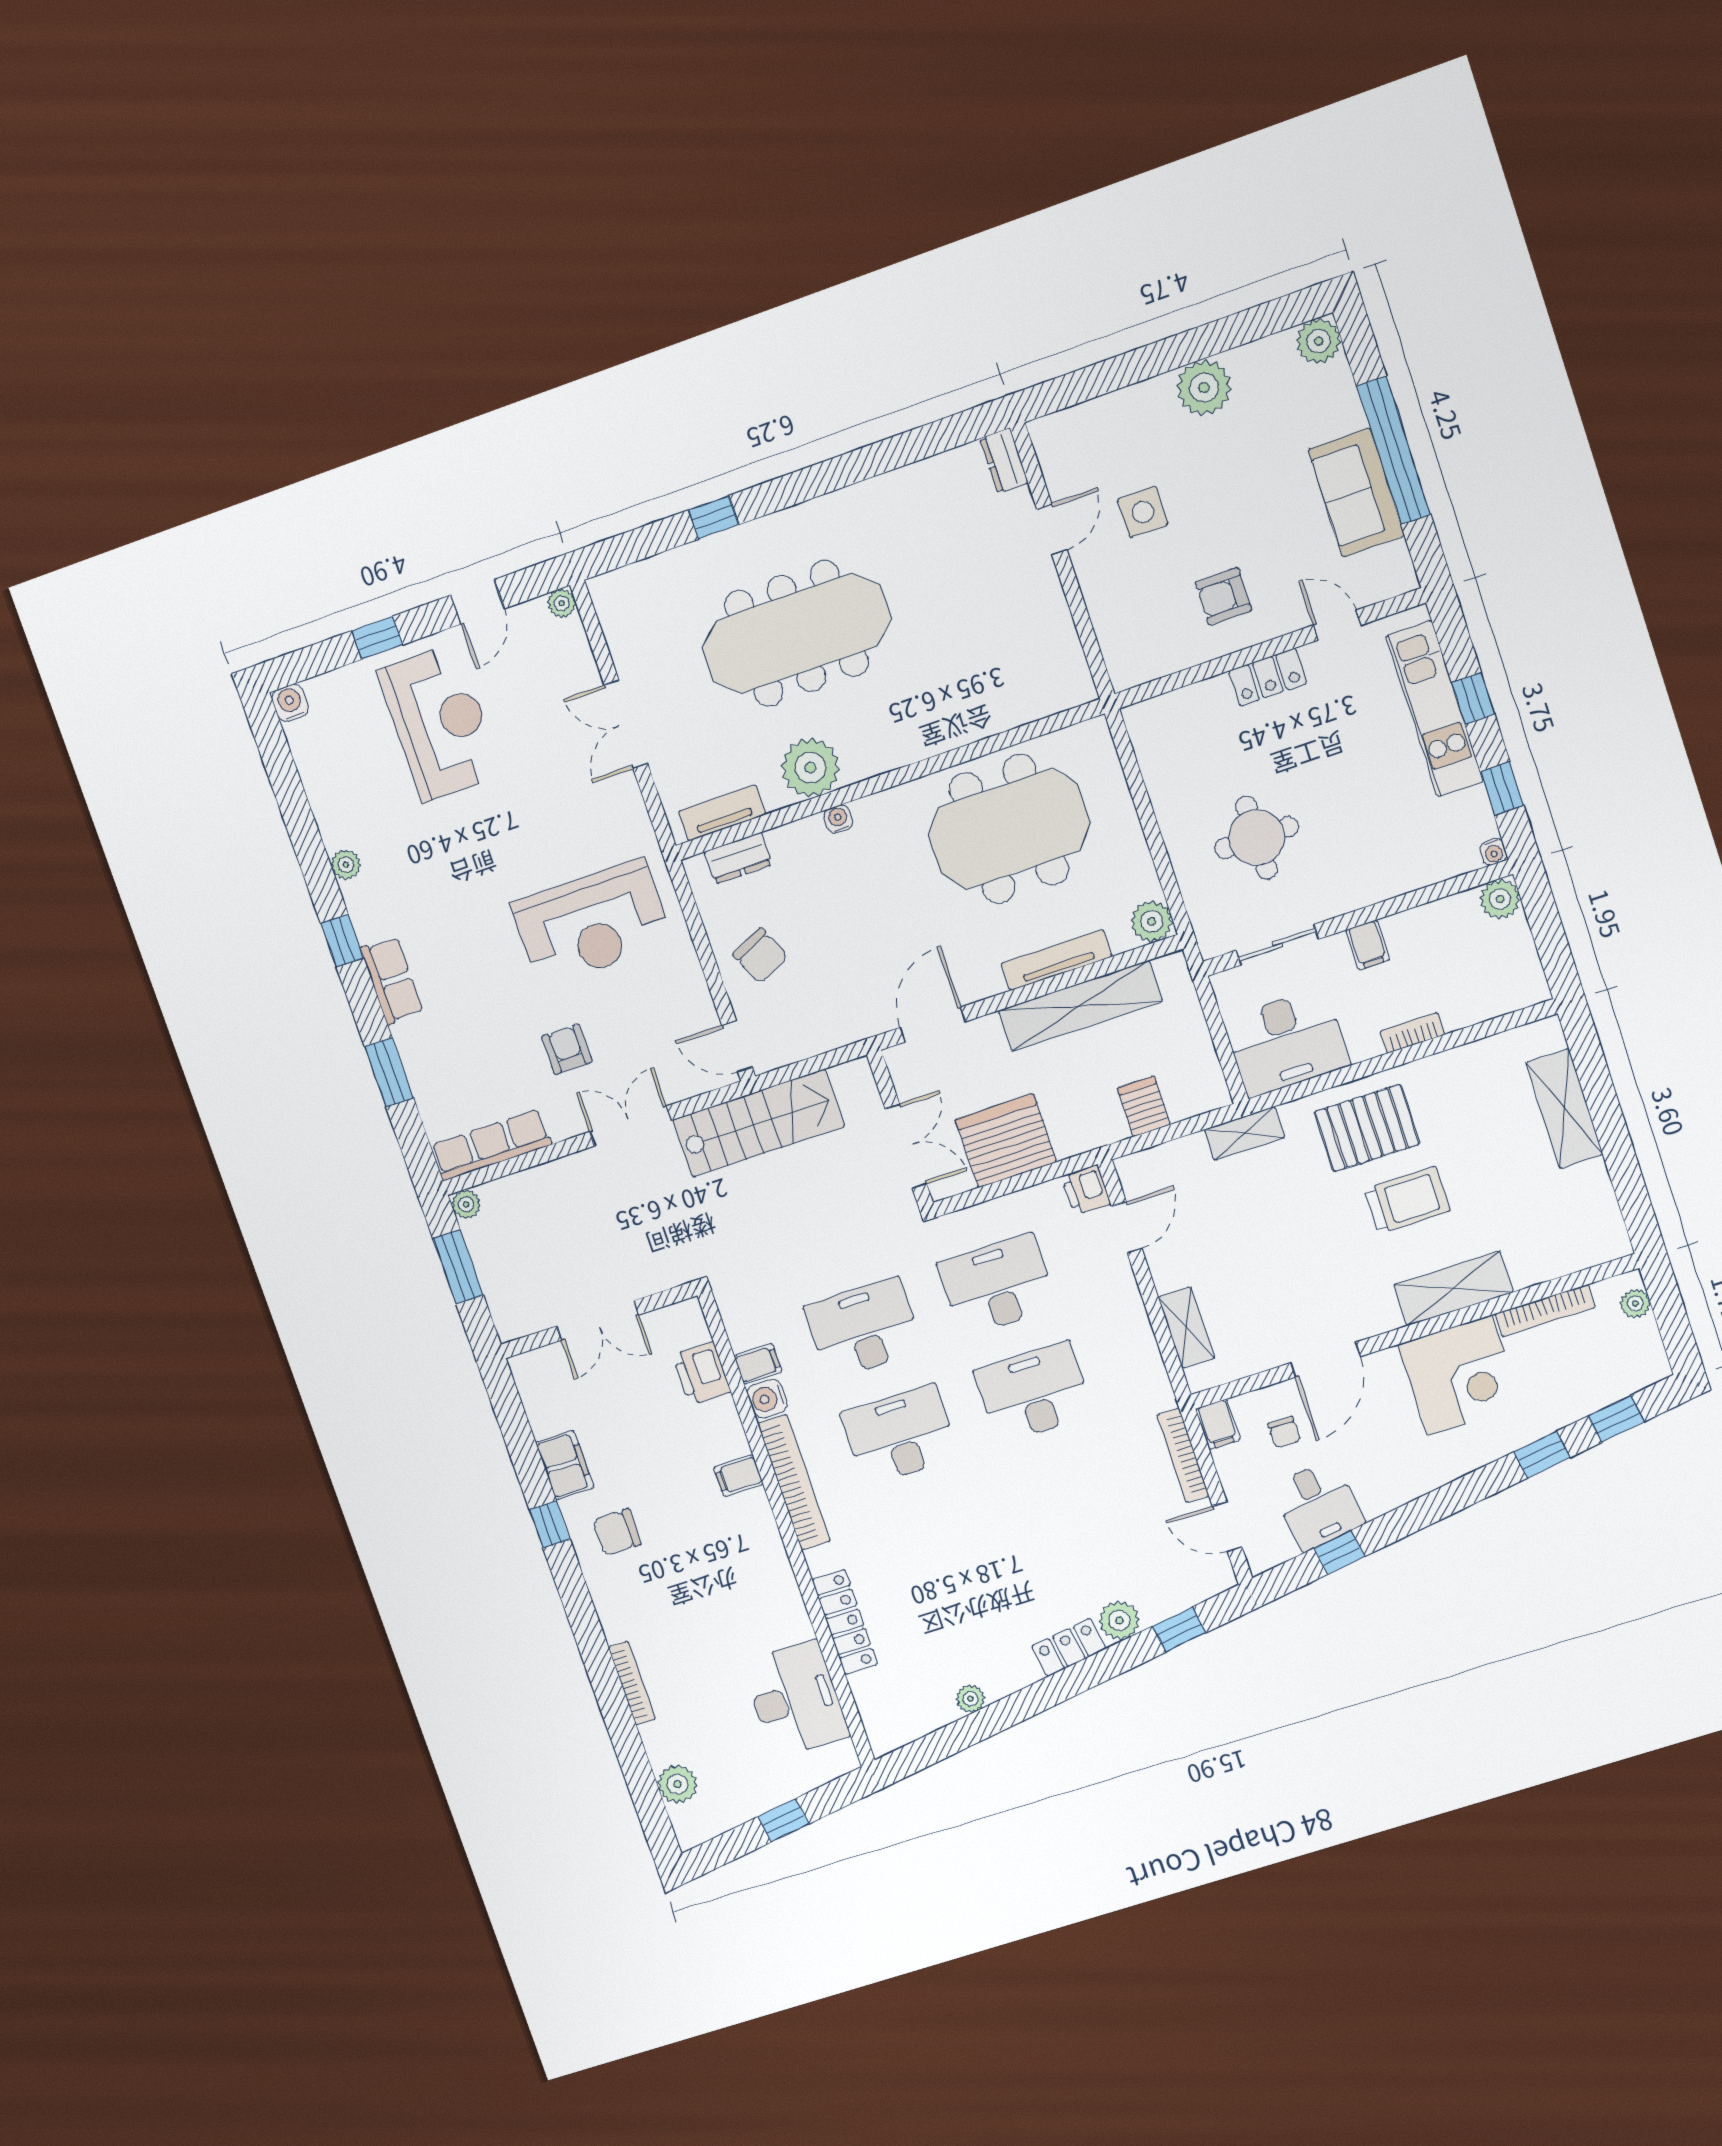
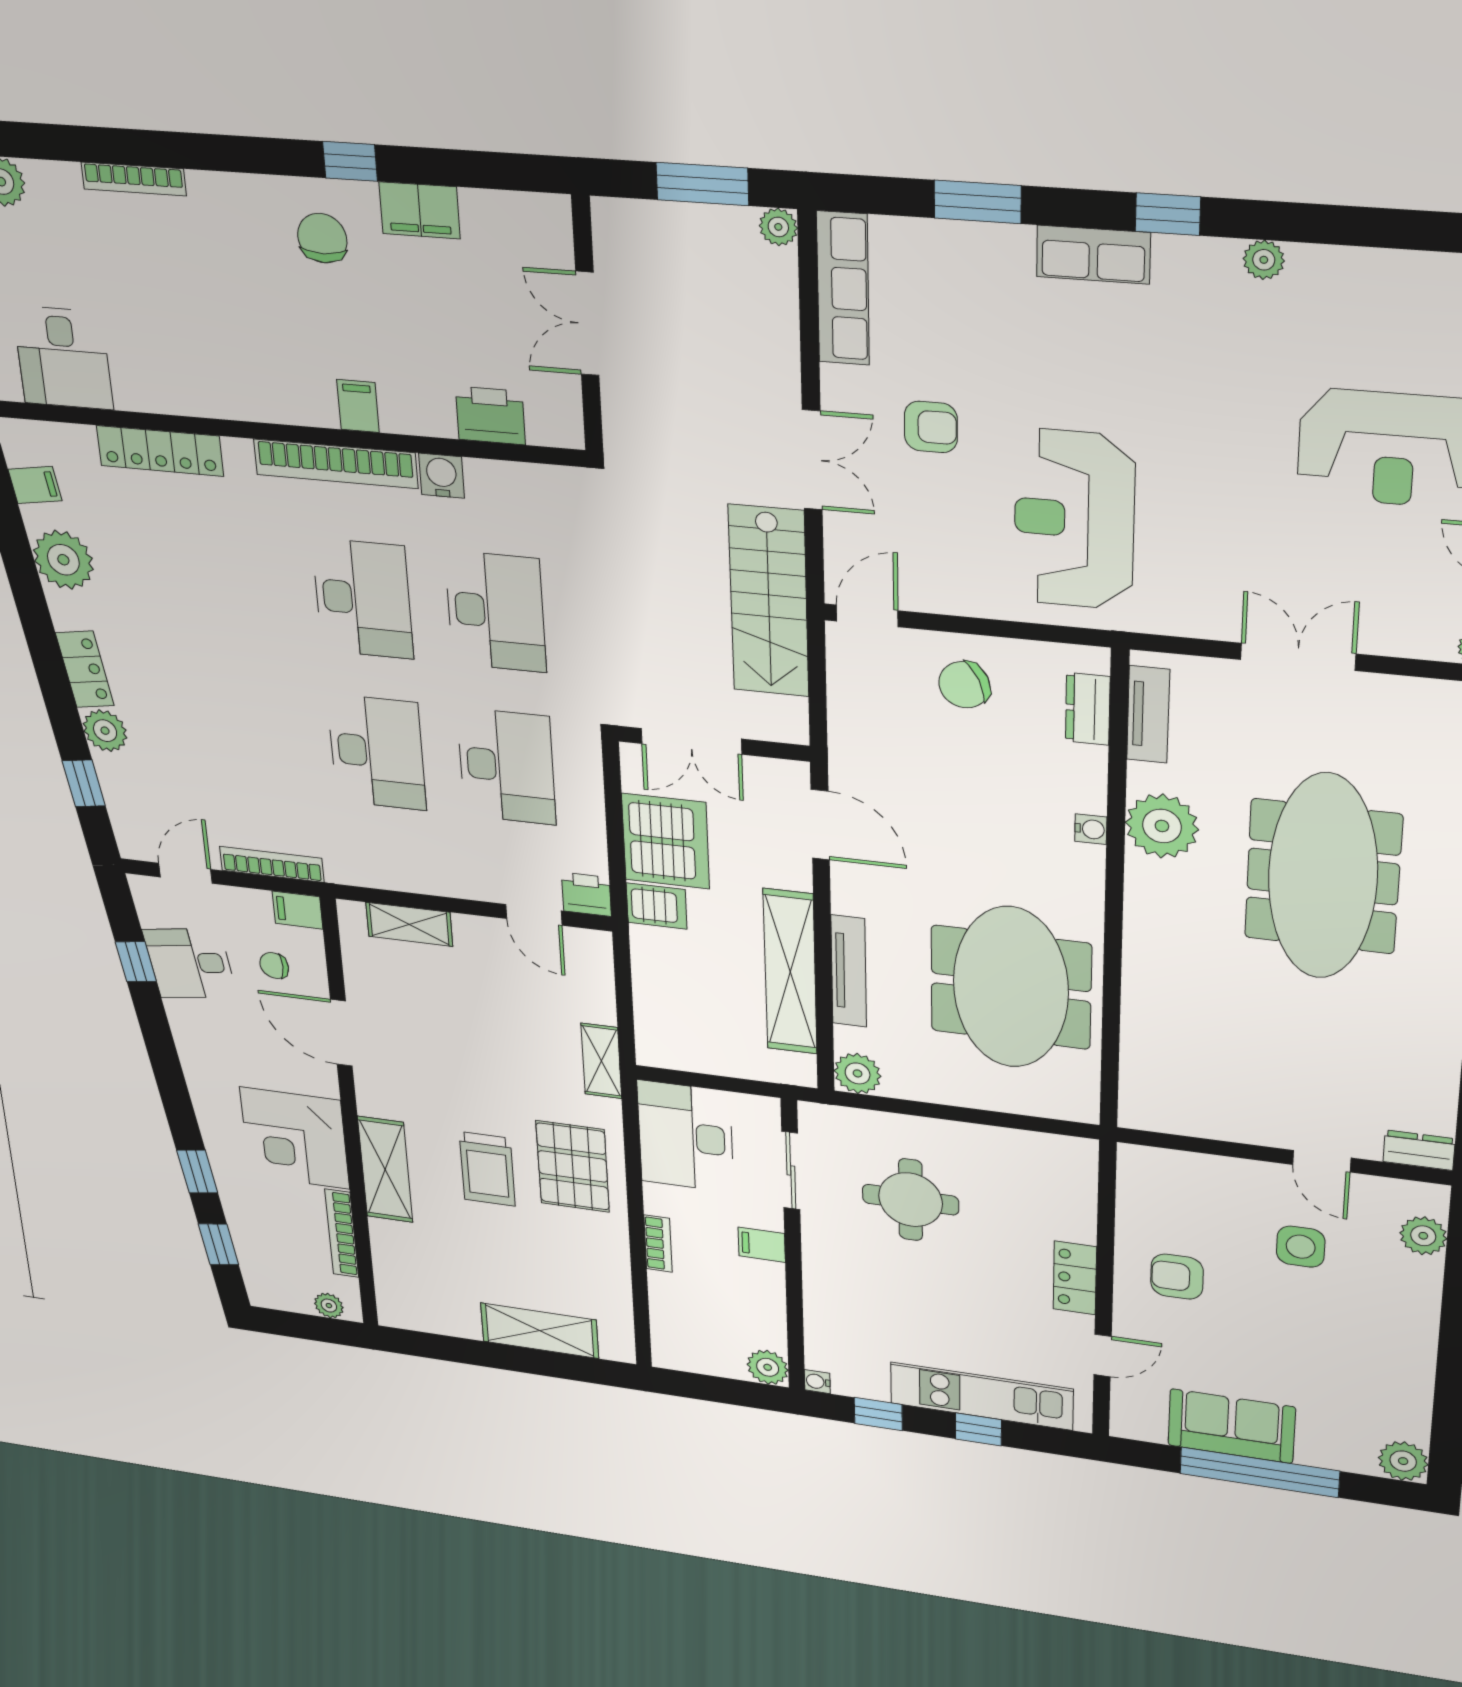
plant: (1204, 388) -> (1423, 1236), moved, width x0.73, depth x0.73
armchair: (1223, 596) -> (1177, 1277), turned -90
server rack: (1144, 1106) -> (657, 906), moved
filing cabinet: (758, 1364) -> (35, 485), moved, turned -99
desk: (795, 1699) -> (63, 358), width x0.73
plant: (970, 1699) -> (63, 560), width x1.88, depth x1.88

